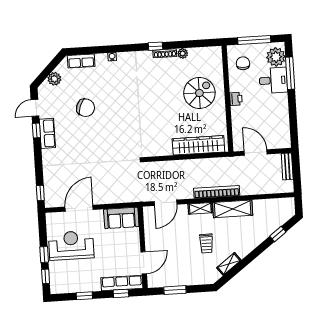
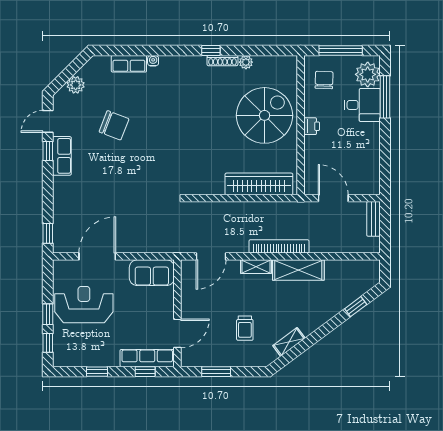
row of seats: (81, 61) -> (129, 64), moved
spiral stairs: (199, 93) -> (265, 115), width x1.37, depth x1.37
trolley: (206, 243) -> (245, 328), moved

